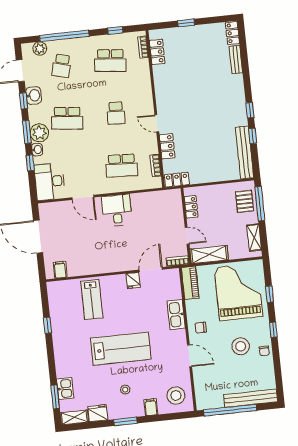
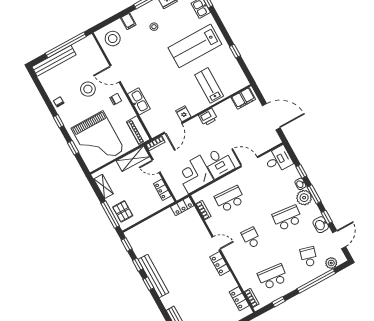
locker: (167, 146) -> (220, 264), moved
bench: (245, 152) -> (153, 276), moved
window: (256, 163) -> (127, 245), added
desk: (50, 182) -> (278, 160), width x0.73
corner desk: (149, 209) -> (194, 175), added
printer: (108, 265) -> (208, 117), added
filing cabinet: (60, 270) -> (243, 98), width x2.00
stool: (241, 346) -> (88, 89), moved
lab bench: (121, 349) -> (195, 46), moved

